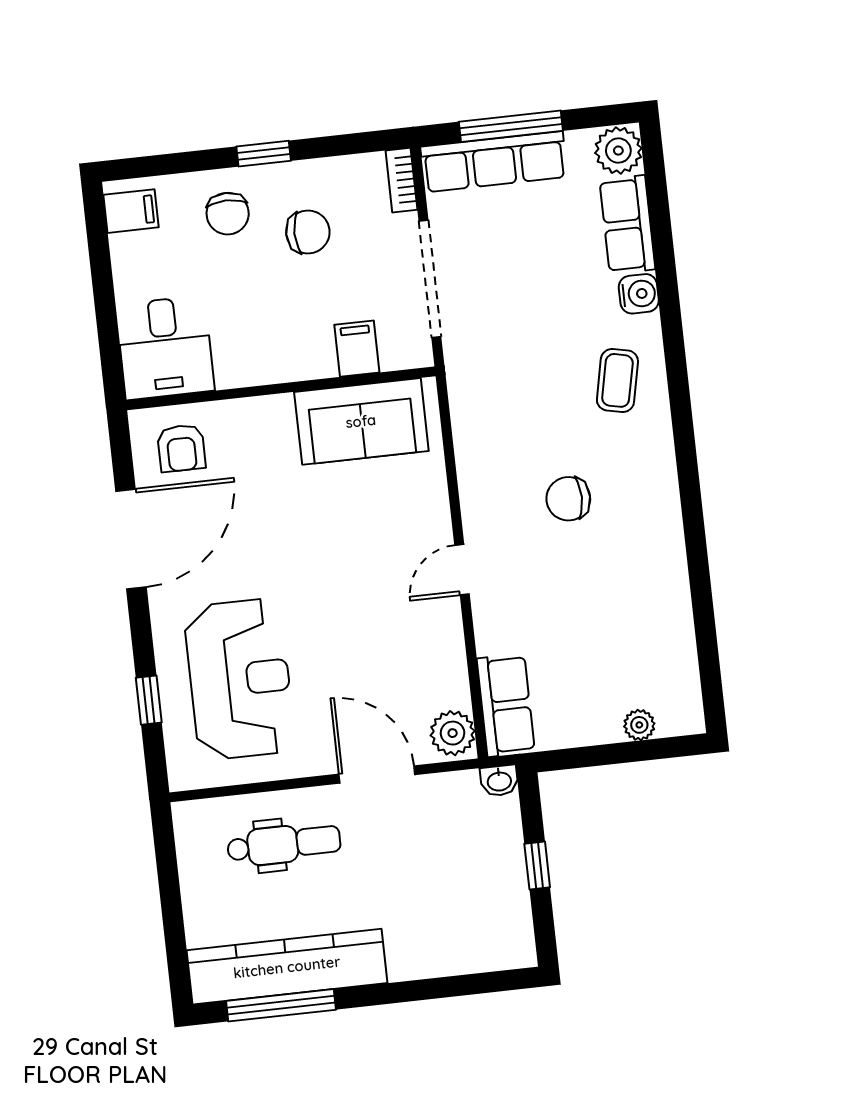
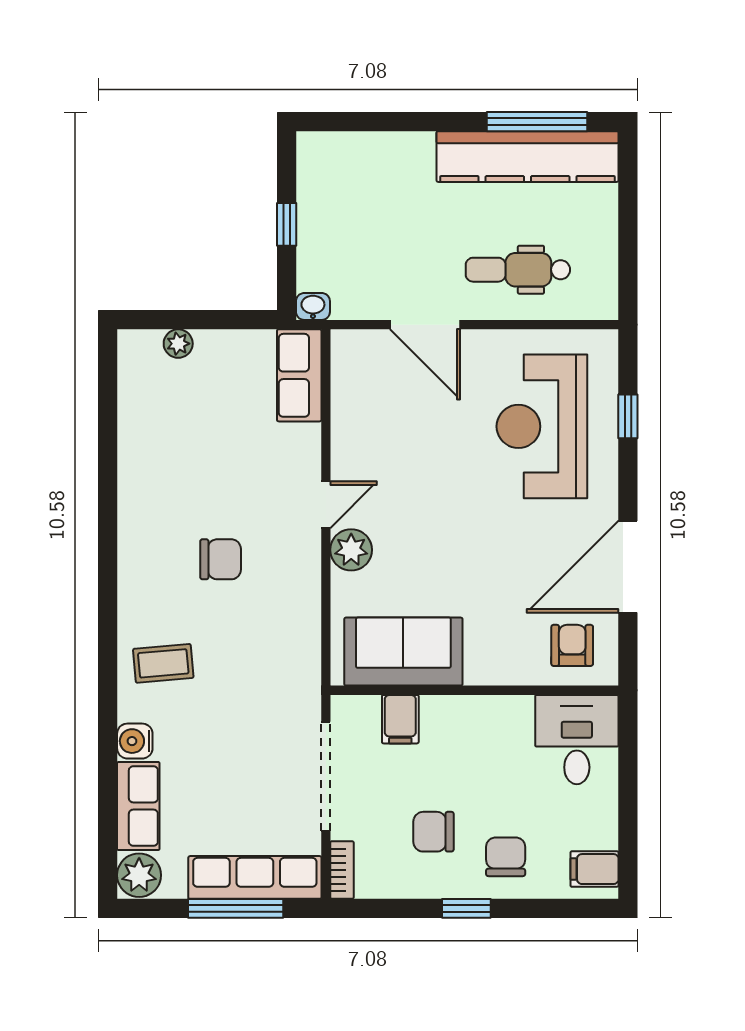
coffee table: (617, 380) -> (163, 663), turned 73
plant: (453, 733) -> (351, 550), moved

